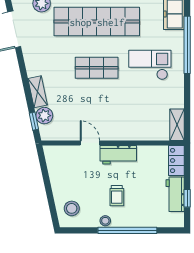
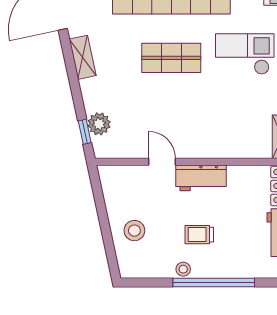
shelving: (38, 92) -> (83, 57), moved
trolley: (117, 196) -> (199, 235), turned 90
stool: (72, 208) -> (134, 231), moved

